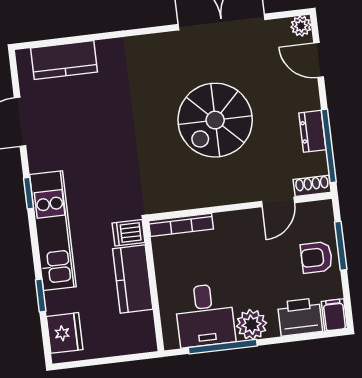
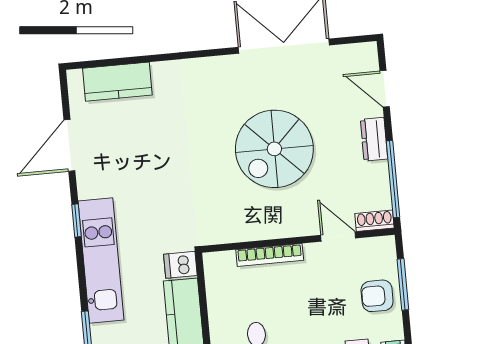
plant: (301, 26) -> (367, 52), removed
dresser: (312, 131) -> (374, 139), moved
door: (278, 202) -> (338, 237), swing flipped
bookcase: (181, 225) -> (270, 255), moved

